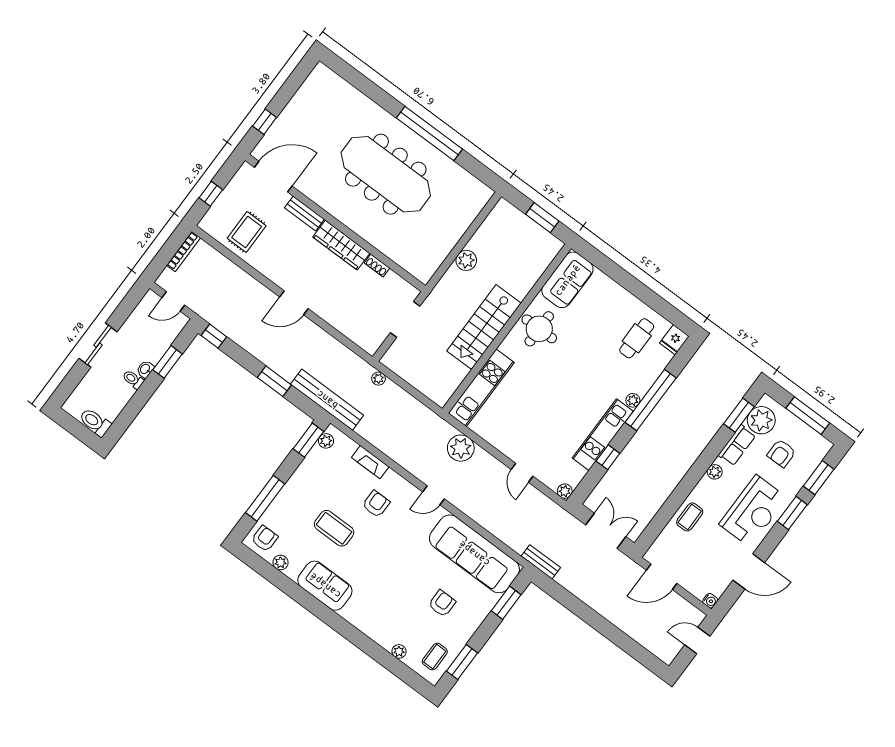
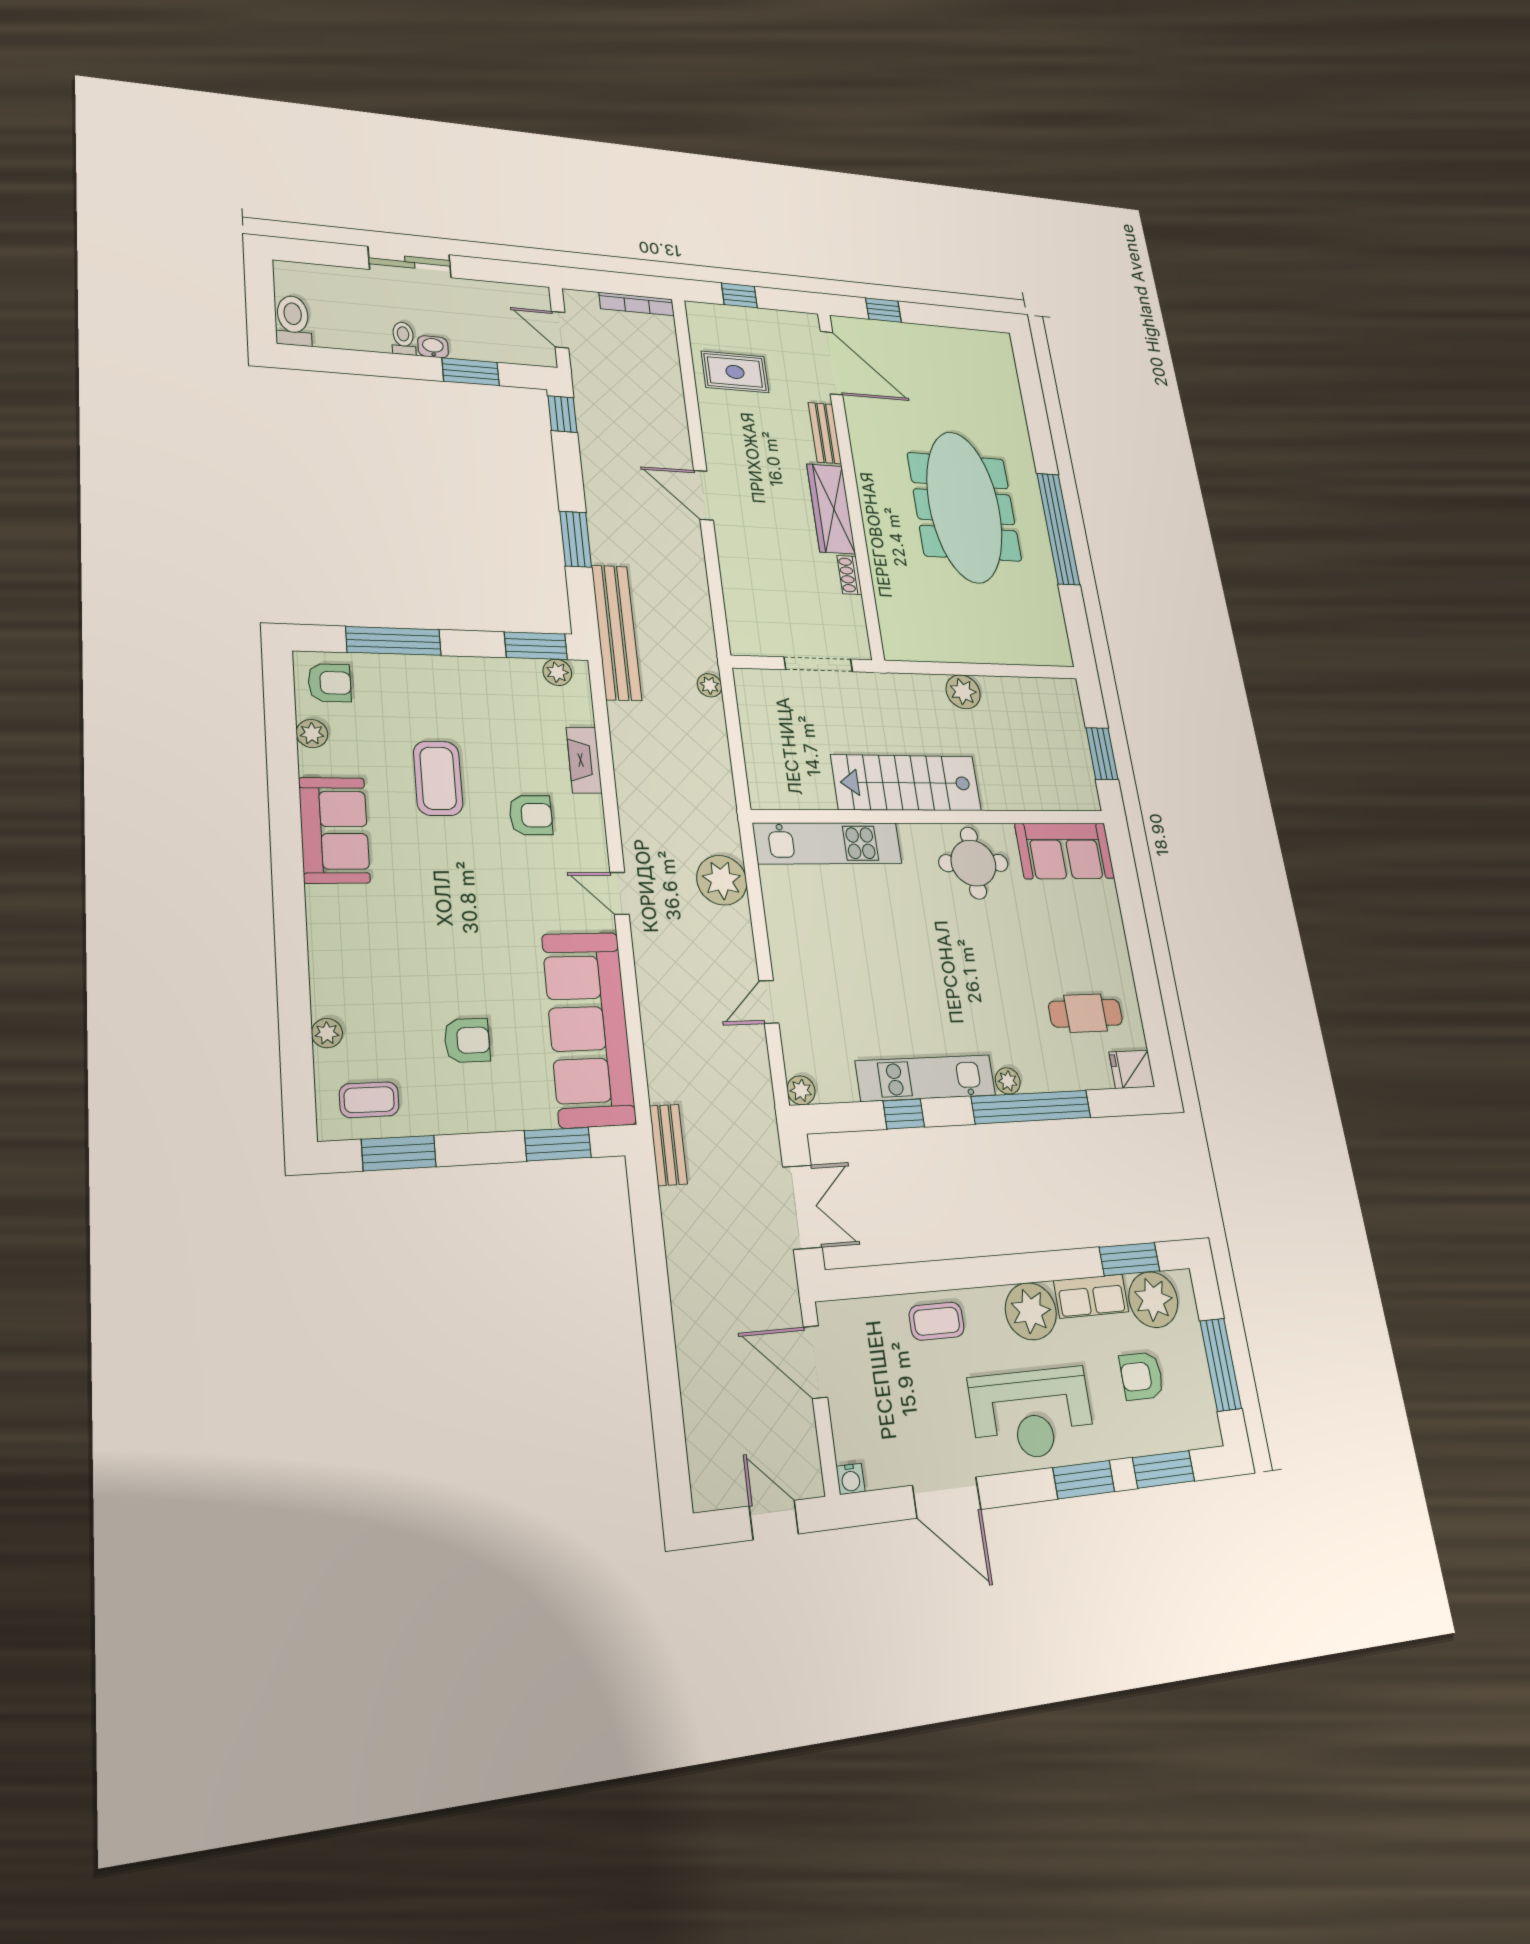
plant: (715, 472) -> (1031, 1311), width x1.88, depth x1.88

